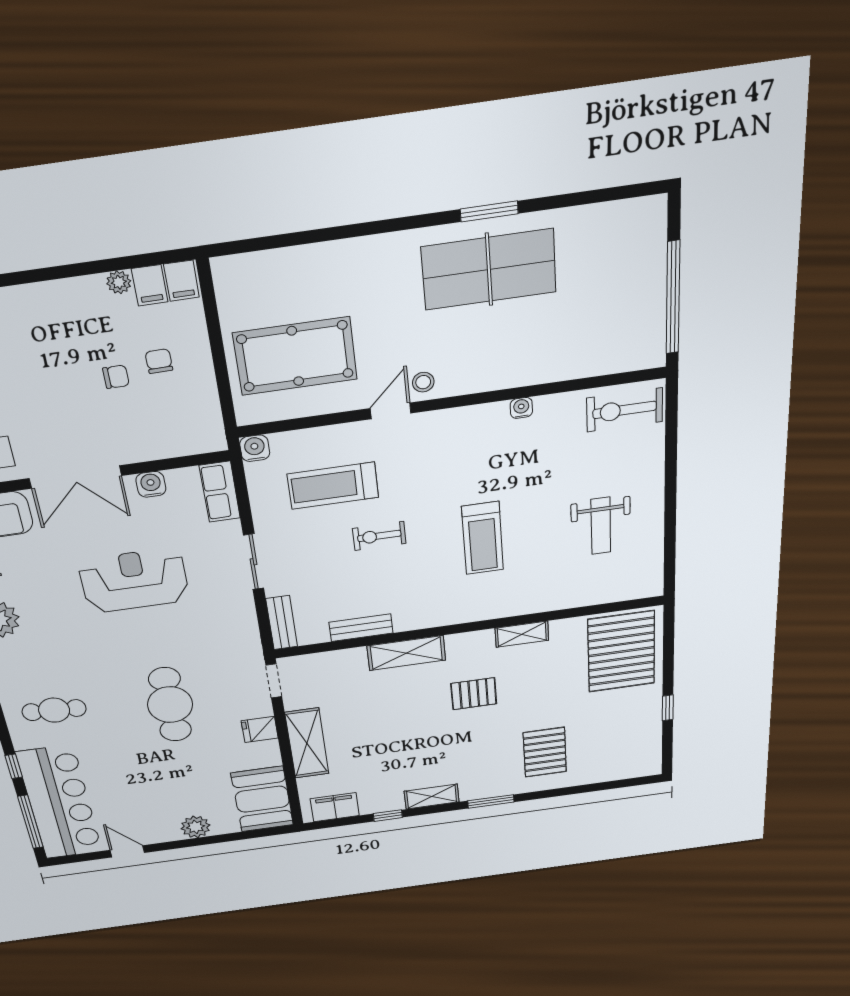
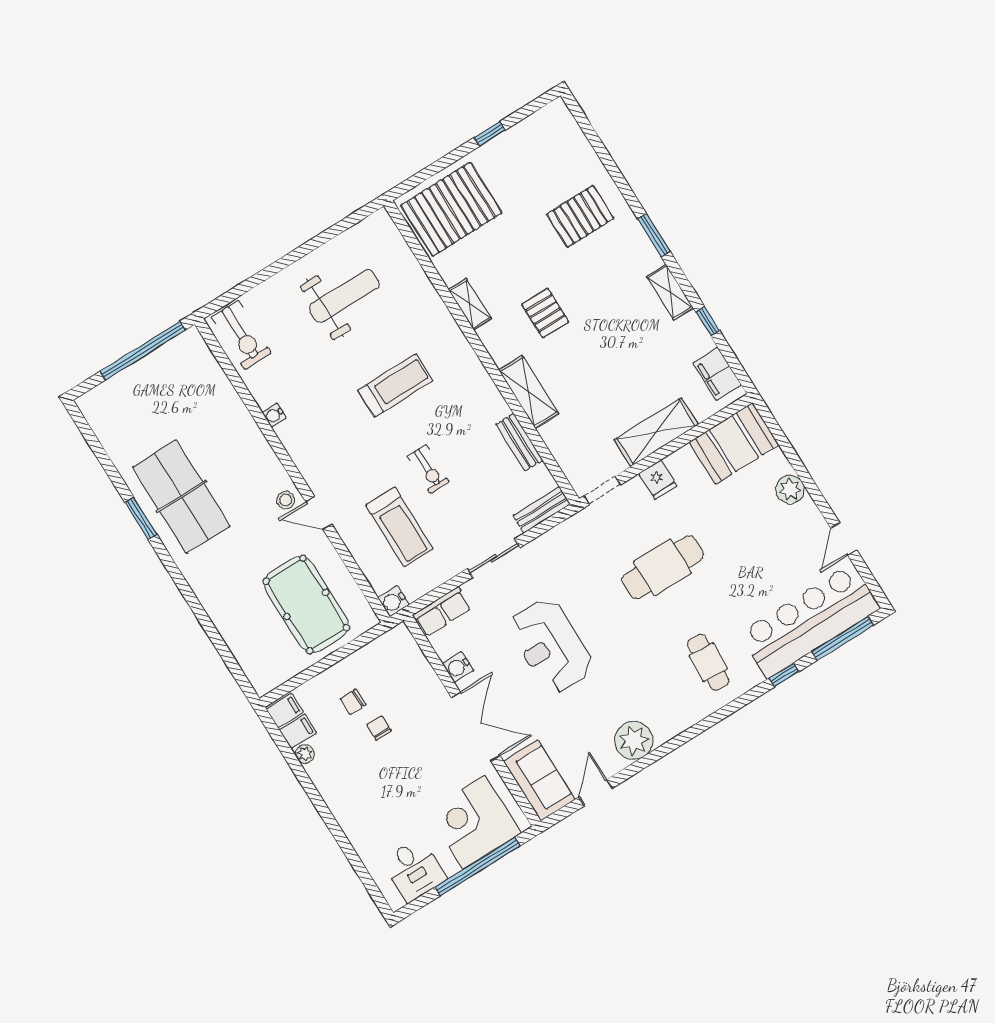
weight bench: (601, 526) -> (344, 296), width x1.36, depth x1.33

